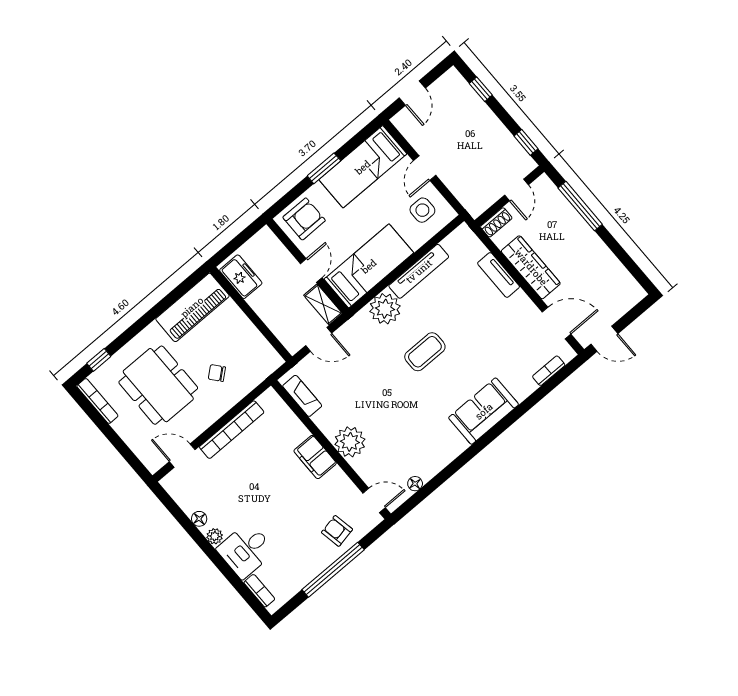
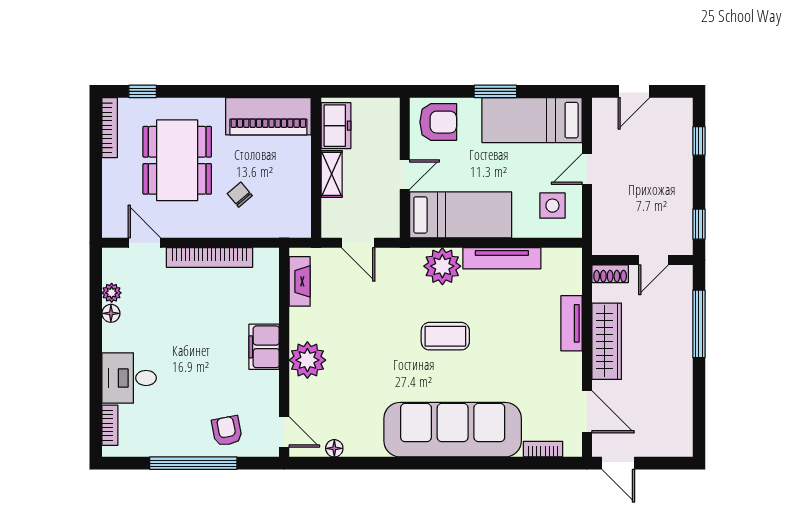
shelving: (323, 304) -> (332, 174), moved
sofa: (484, 411) -> (453, 430), width x1.85, depth x1.27
plant: (215, 536) -> (112, 293), moved

